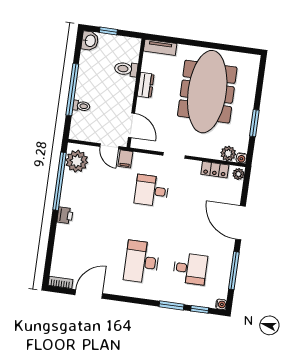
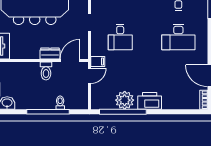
toilet: (126, 69) -> (46, 71), moved
dresser: (146, 85) -> (50, 53), moved
plant: (77, 161) -> (125, 100), moved
printer: (65, 215) -> (150, 101), width x1.87, depth x1.48

